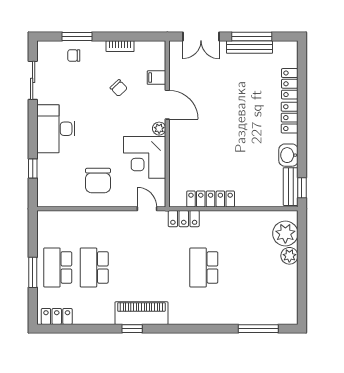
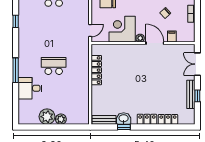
window: (252, 37) -> (197, 96), width x0.46
door: (167, 105) -> (155, 43), swing flipped
window: (302, 188) -> (124, 127), moved
locker: (184, 219) -> (84, 53), removed
plant: (285, 233) -> (47, 117), moved
desk: (240, 306) -> (30, 88), added
piano: (141, 313) -> (25, 27), removed
window: (258, 329) -> (16, 70), moved

